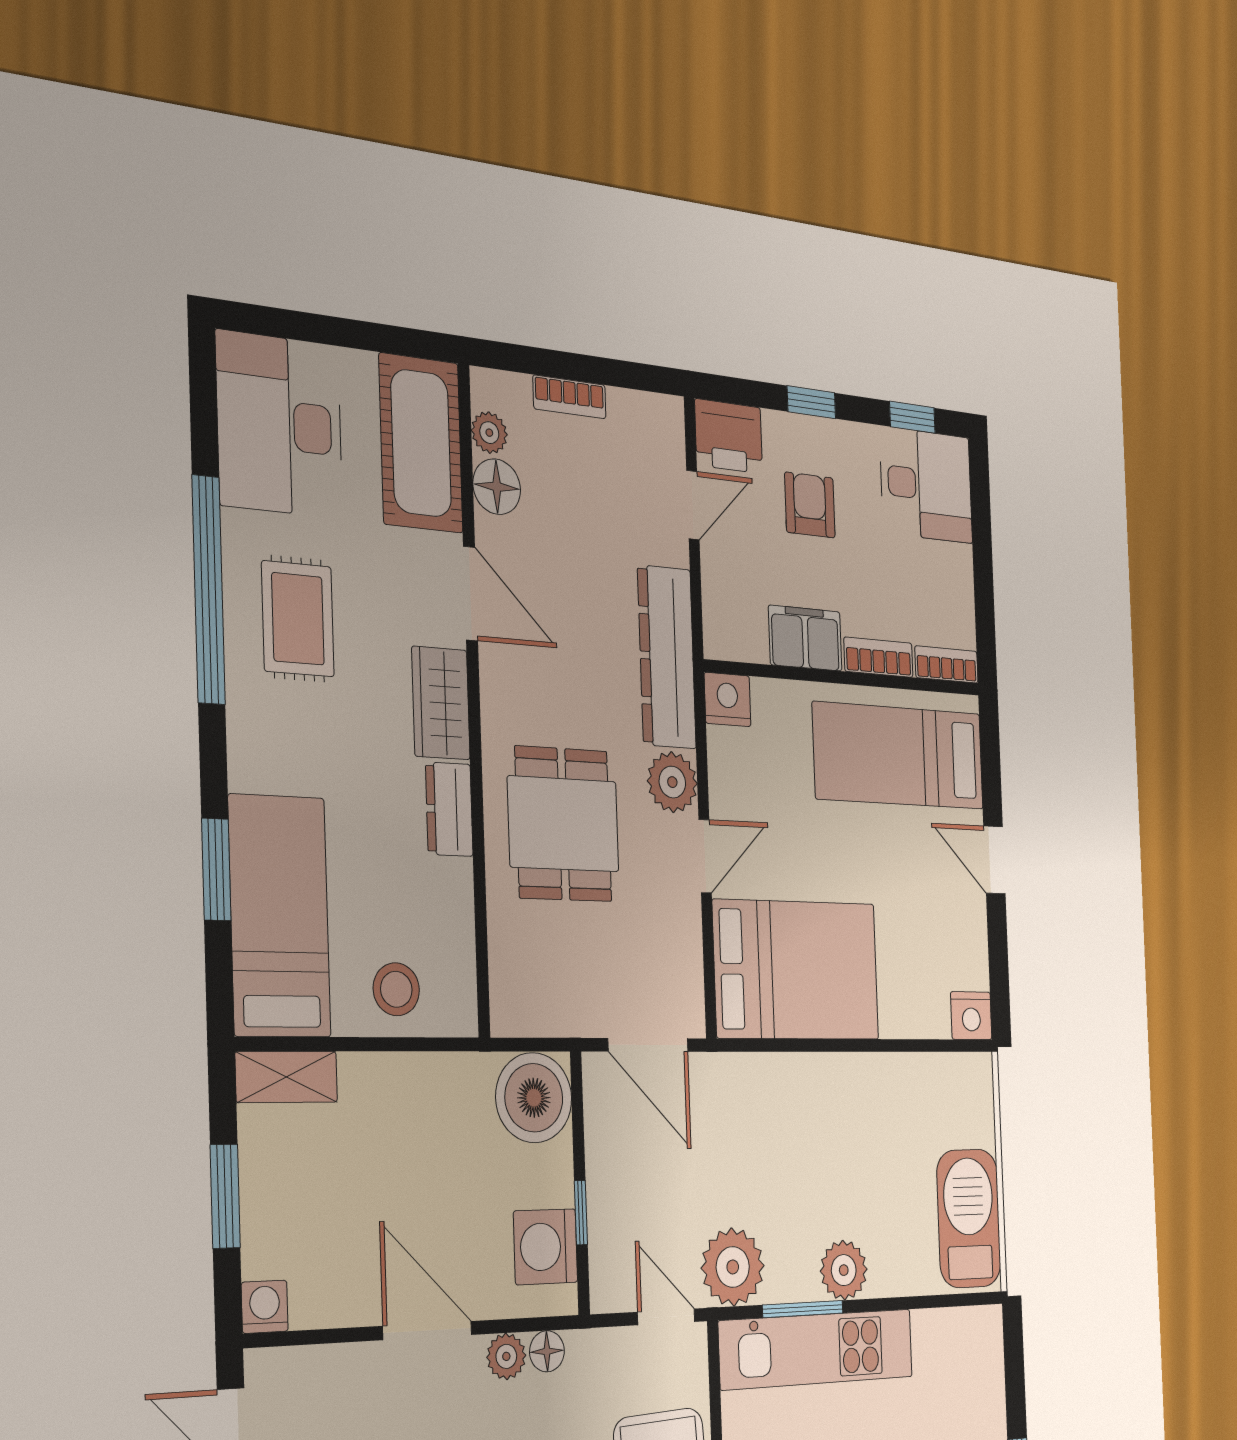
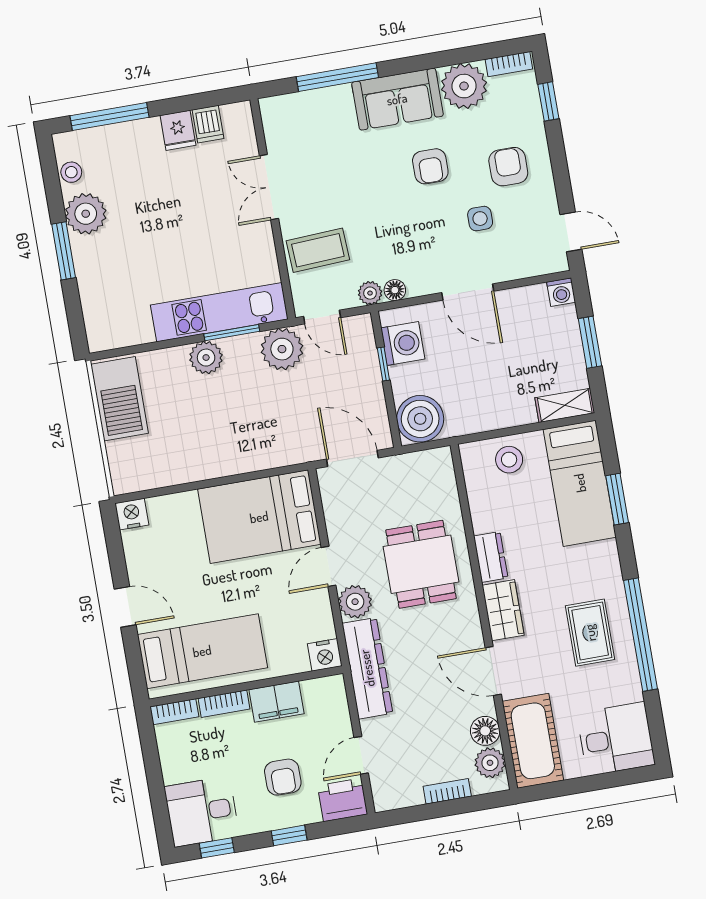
desk: (280, 425) -> (616, 739), width x0.73
plant: (489, 433) -> (490, 763), width x1.38, depth x1.38
plant: (506, 1356) -> (370, 293), moved

